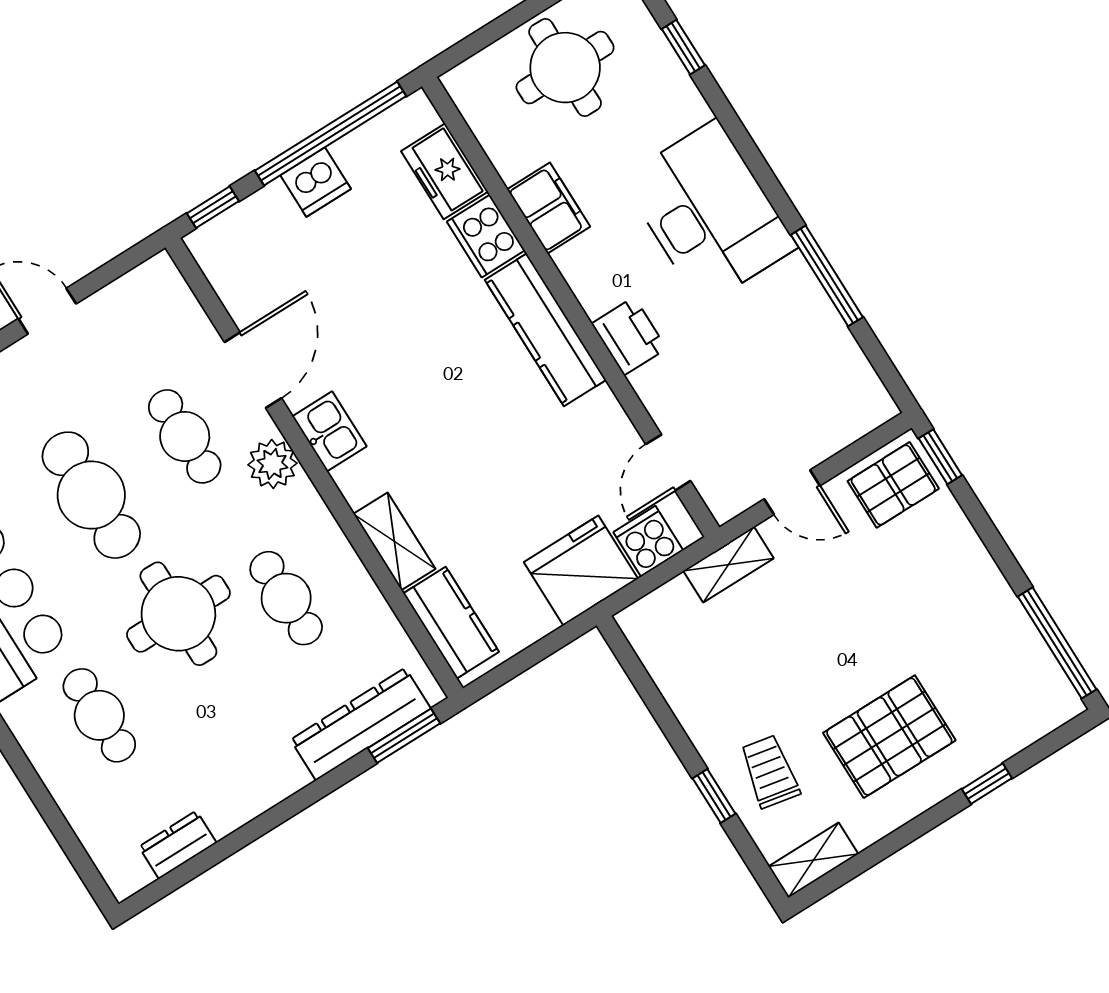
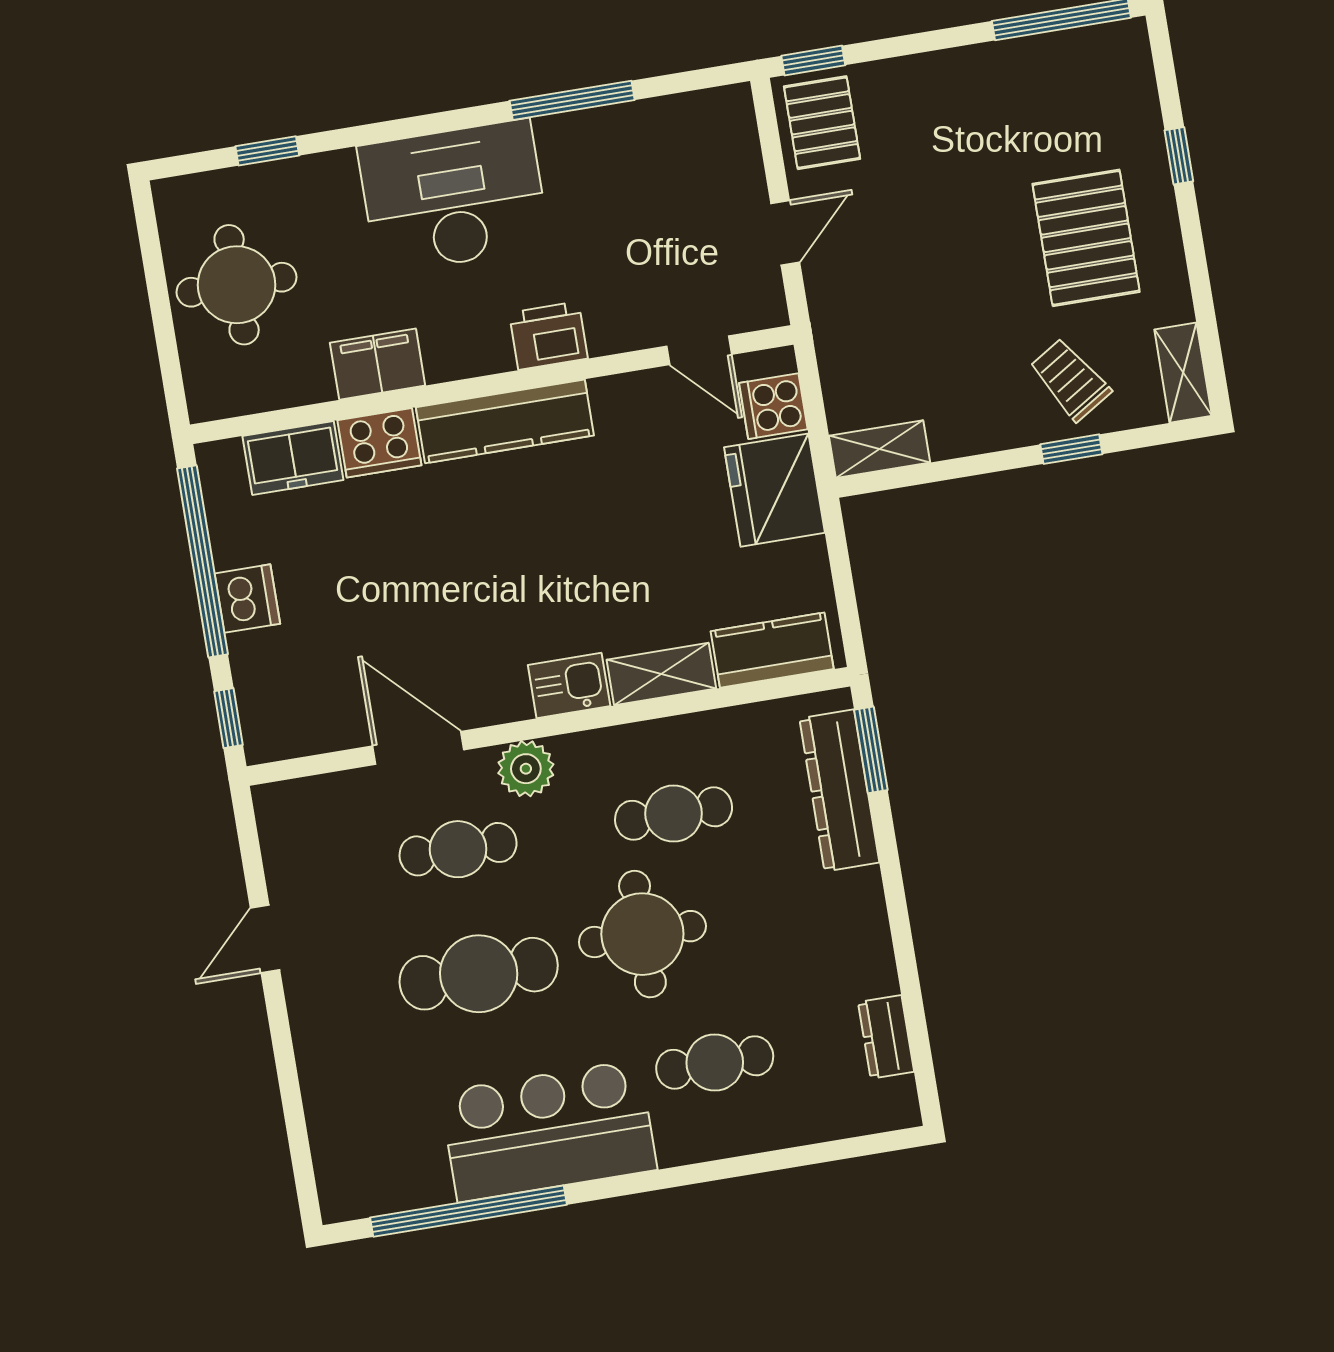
kitchen sink: (329, 431) -> (569, 685), moved
shelving: (729, 565) -> (879, 449), moved, turned 90
trolley: (770, 772) -> (1070, 380), turned 47

